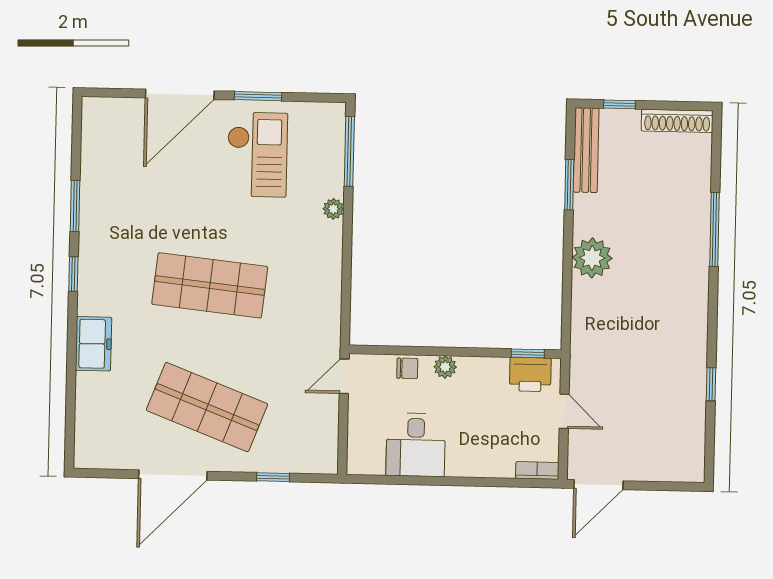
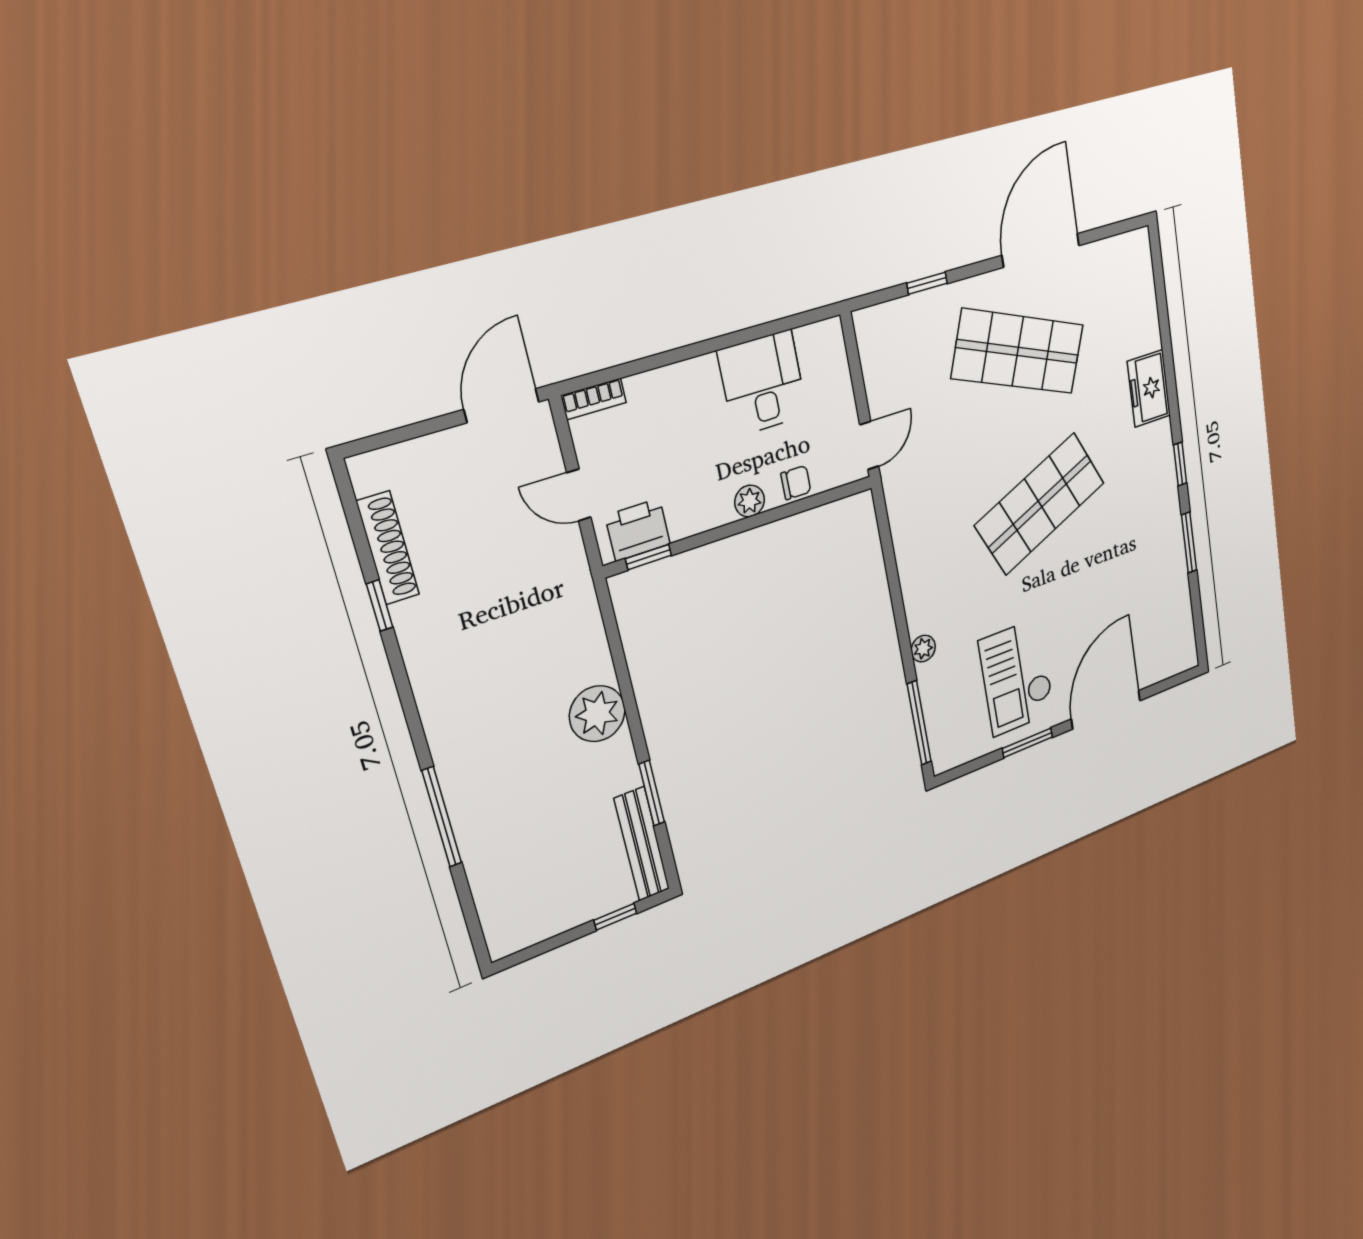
shoe rack: (677, 121) -> (388, 548), moved, turned 90
shop shelf: (210, 285) -> (1040, 504), turned -30
chair: (407, 368) -> (796, 483), turned 180

